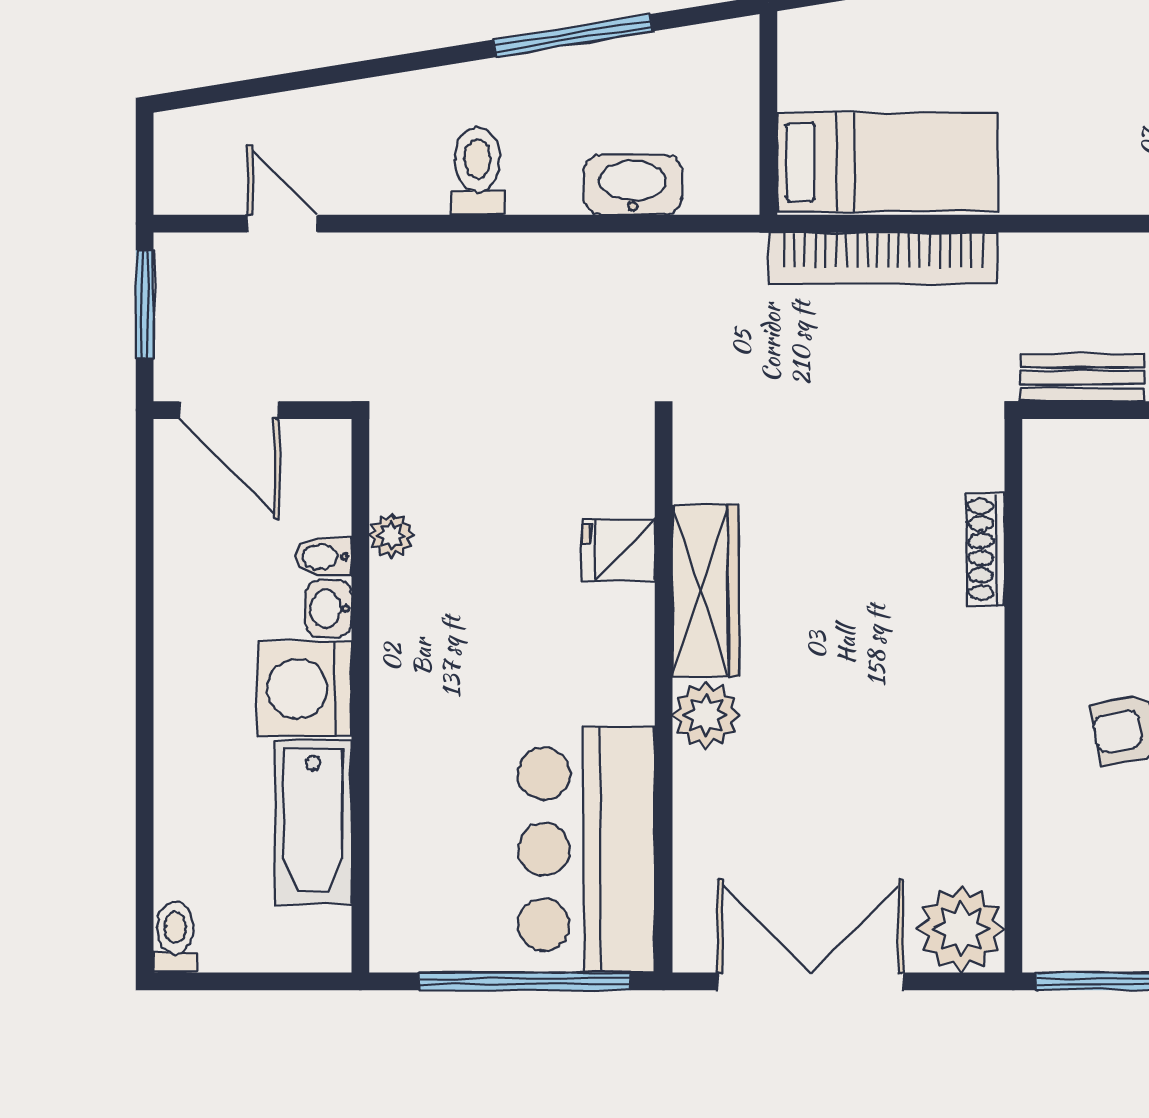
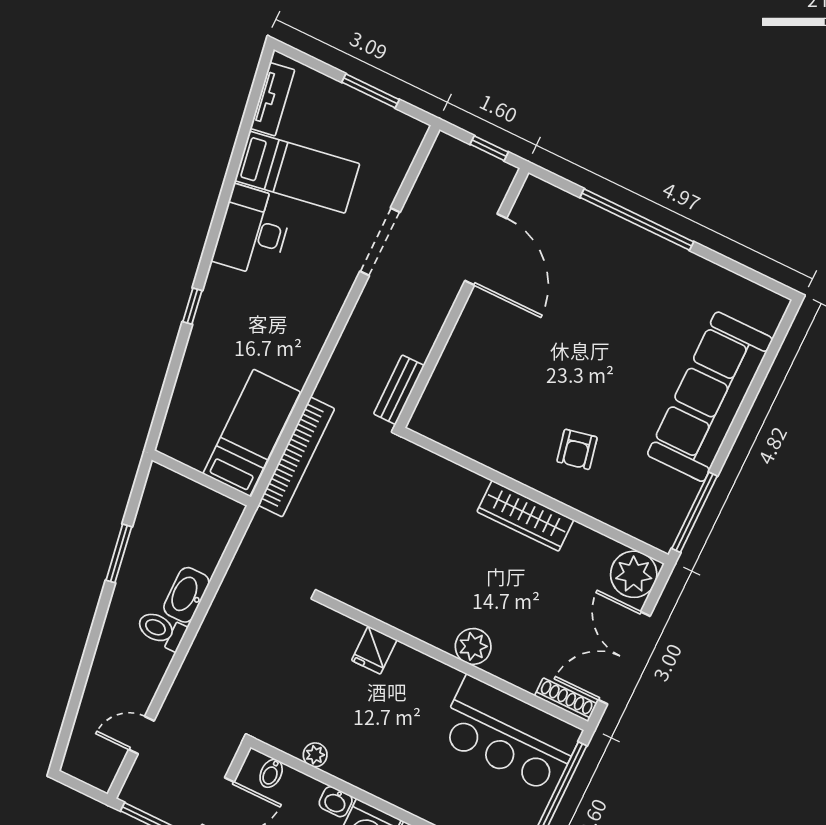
window: (573, 36) -> (119, 553), width x0.69
washbasin: (633, 185) -> (186, 595), moved
shoe rack: (985, 549) -> (566, 700), moved, turned 180
bidet: (324, 557) -> (271, 773), moved
wardrobe: (706, 591) -> (525, 516), moved, turned 180

